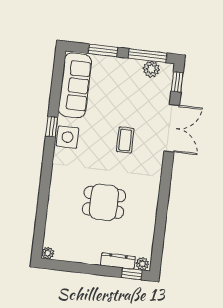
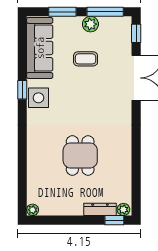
plant: (151, 69) -> (90, 24), moved
coffee table: (125, 140) -> (86, 59), moved, turned 90
dining table: (104, 202) -> (80, 155), turned 90

